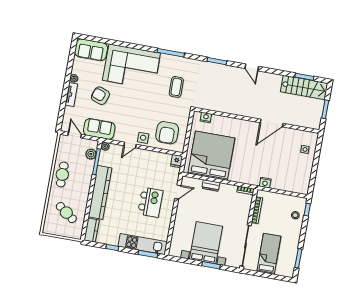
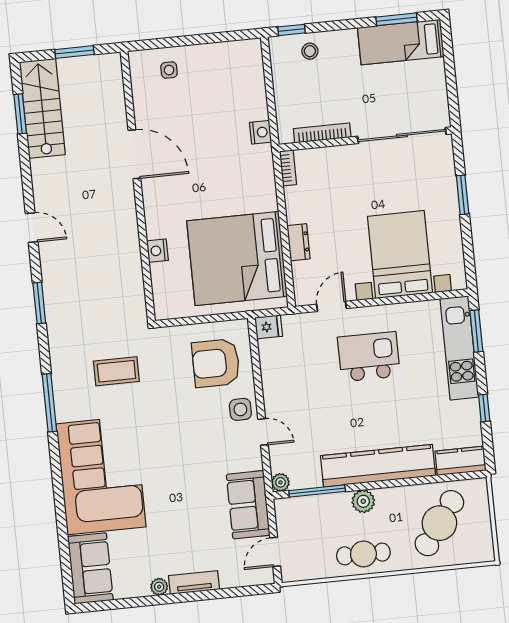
door: (252, 67) -> (32, 228), hinge flipped
armchair: (100, 96) -> (179, 522), removed
nightstand: (206, 117) -> (157, 251), moved
armchair: (167, 133) -> (216, 363), turned 180
plant: (91, 154) -> (363, 501), moved
door: (178, 192) -> (332, 306), hinge flipped
cafe table: (66, 213) -> (439, 523), width x1.37, depth x1.35
bed with nightstands: (206, 243) -> (400, 255), moved, turned 90
bed: (269, 254) -> (401, 42), moved

